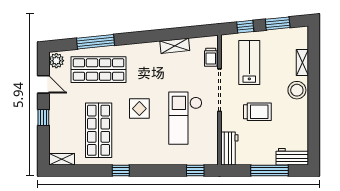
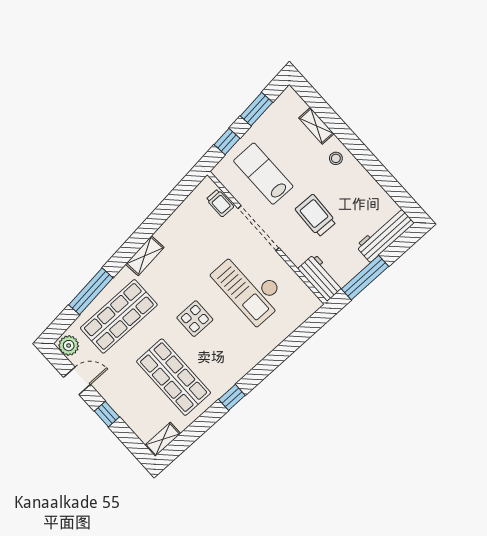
shelving: (175, 46) -> (145, 256), moved
stool: (297, 90) -> (336, 158), width x0.53, depth x0.53
trolley: (257, 112) -> (316, 216), turned -88
workbench: (292, 157) -> (385, 235), width x1.37
window: (195, 170) -> (306, 330), removed
window: (269, 170) -> (365, 278), moved

